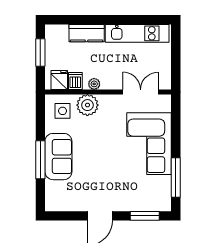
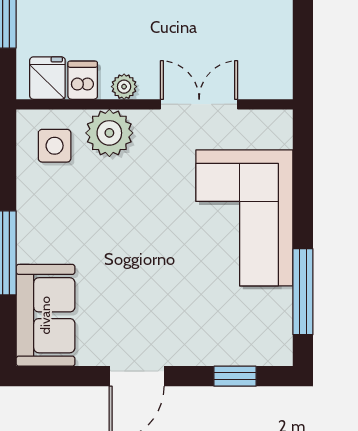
double door: (141, 92) -> (199, 104), moved
sofa: (58, 157) -> (45, 315), moved
window: (145, 216) -> (235, 376), width x0.67

